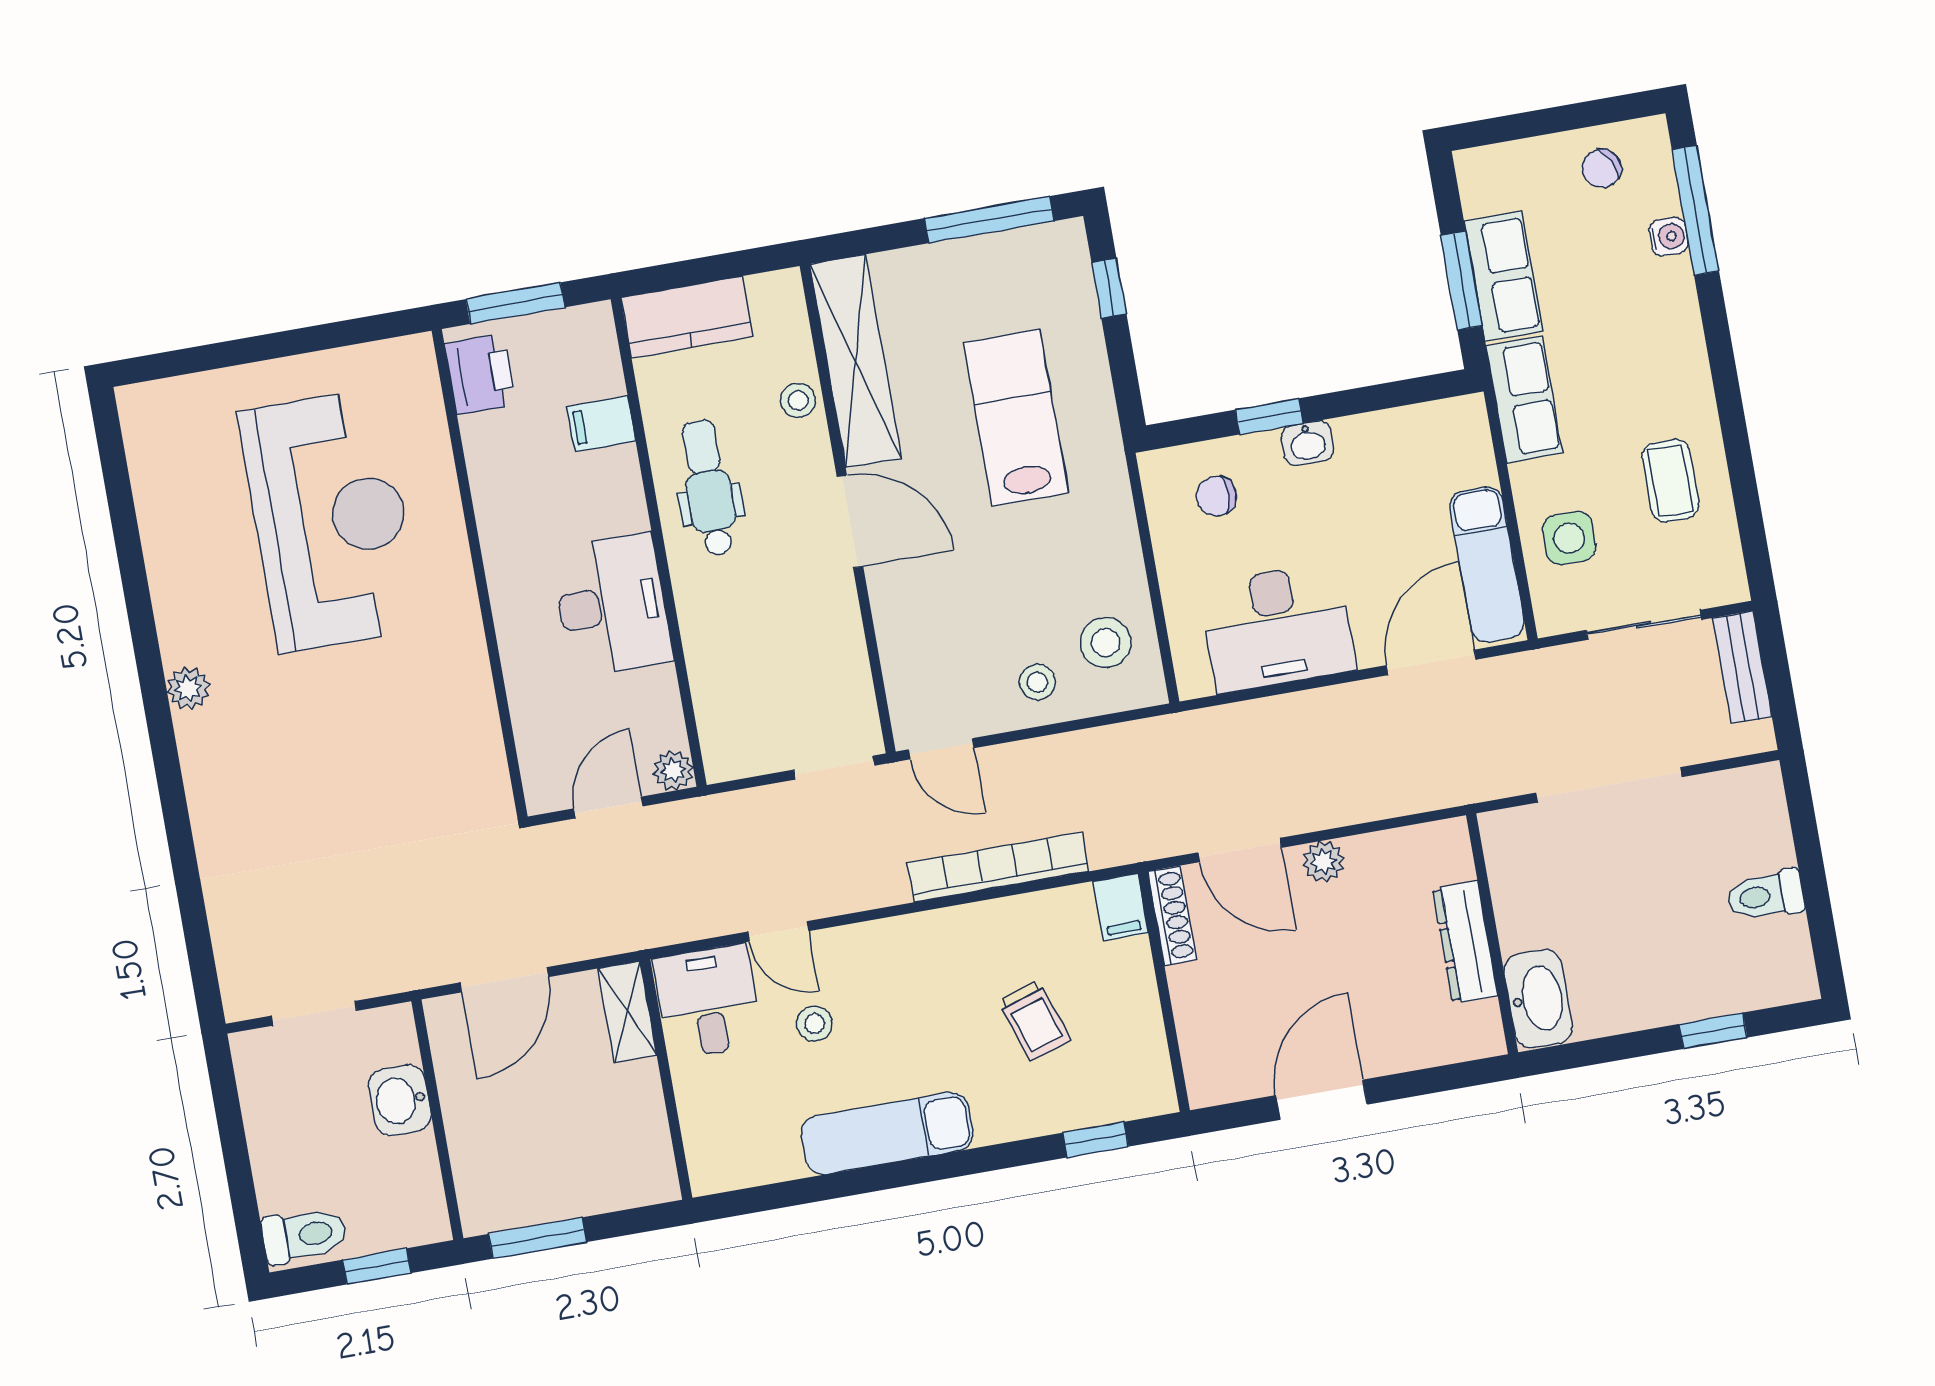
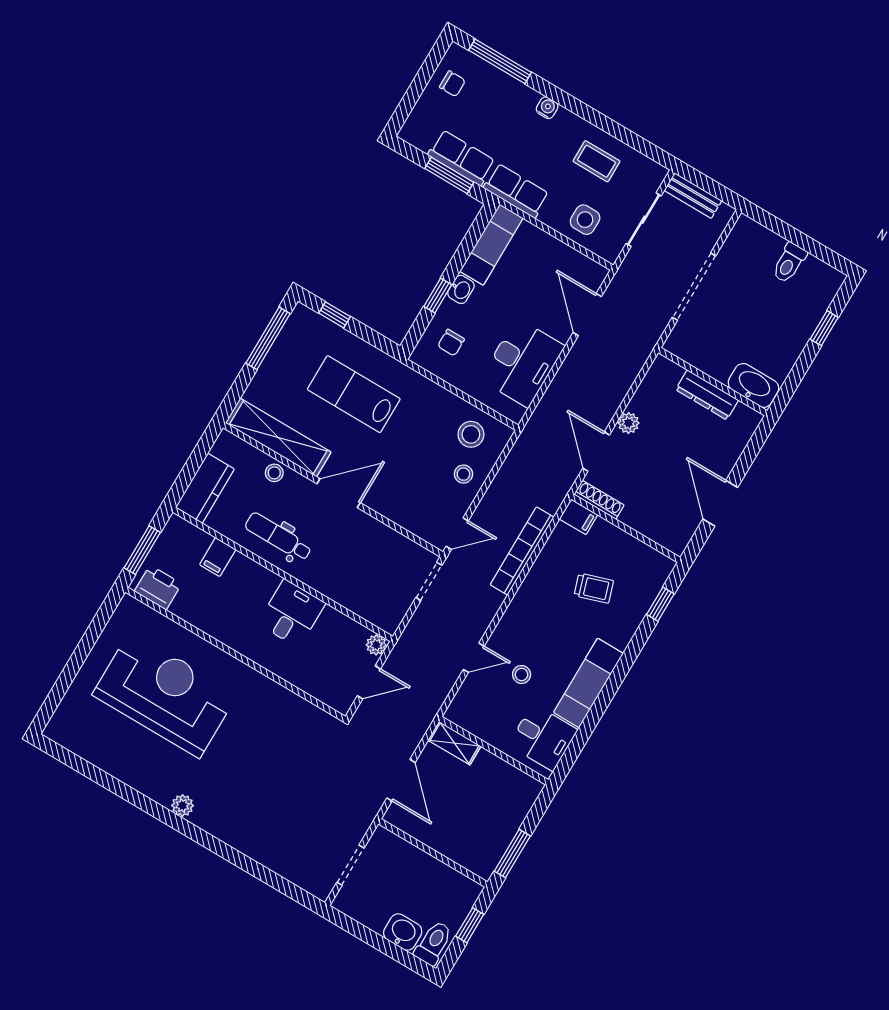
chair: (1602, 168) -> (452, 84), turned -63
water cooler: (1669, 237) -> (547, 108), moved
exam couch: (1487, 565) -> (491, 245), moved, turned -90
desk: (612, 605) -> (292, 613), width x0.73
door: (608, 807) -> (369, 682), swing flipped
door: (1240, 850) -> (596, 452), swing flipped
desk: (708, 1002) -> (543, 737), moved, turned 180
washbasin: (400, 1100) -> (403, 932), moved, turned 180

